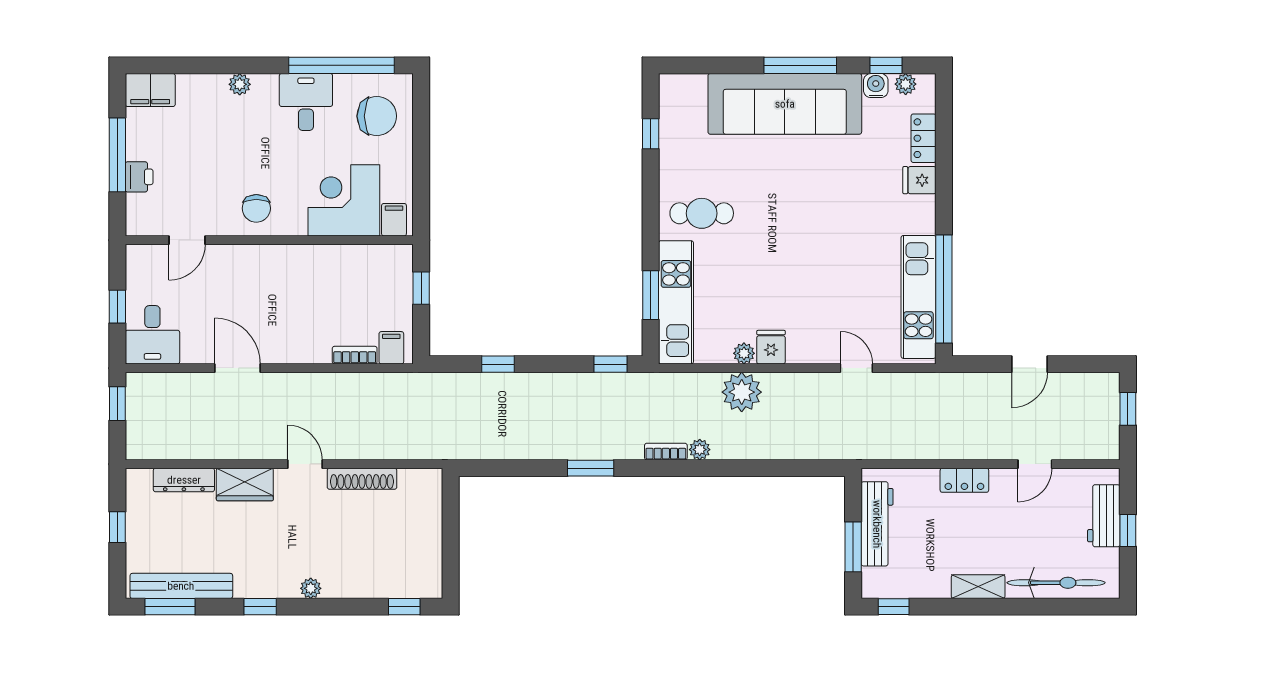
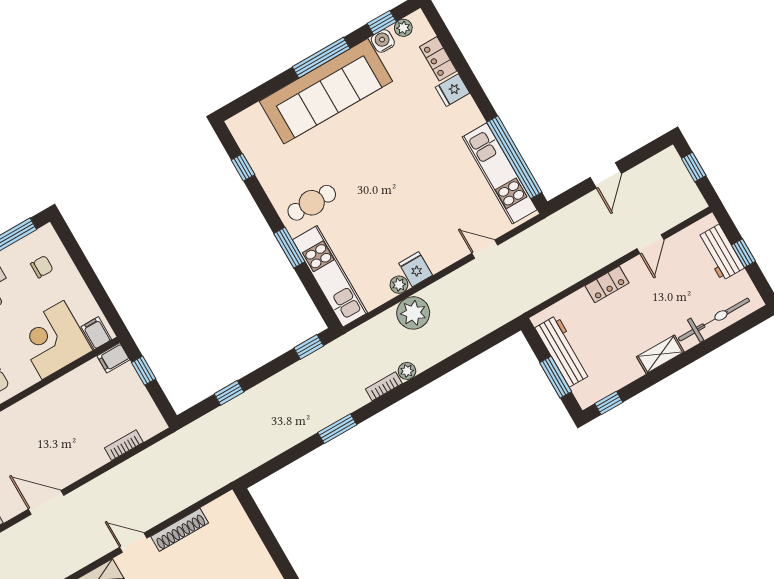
chair: (377, 116) -> (42, 267), width x0.54, depth x0.54
window: (651, 295) -> (289, 248), moved
filing cabinet: (391, 348) -> (113, 358), moved, turned -90

